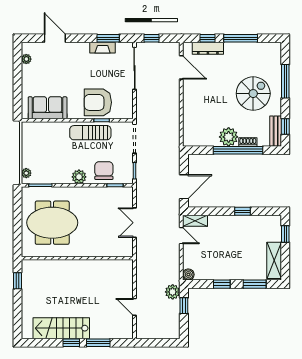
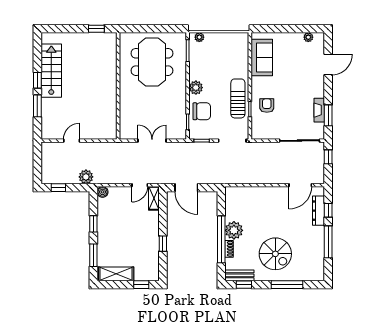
armchair: (98, 102) -> (267, 106), width x0.53, depth x0.53
window: (184, 306) -> (58, 188), moved

